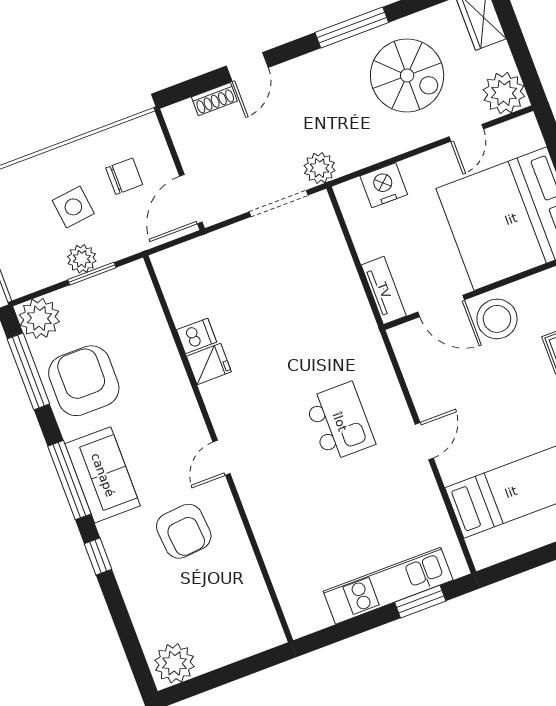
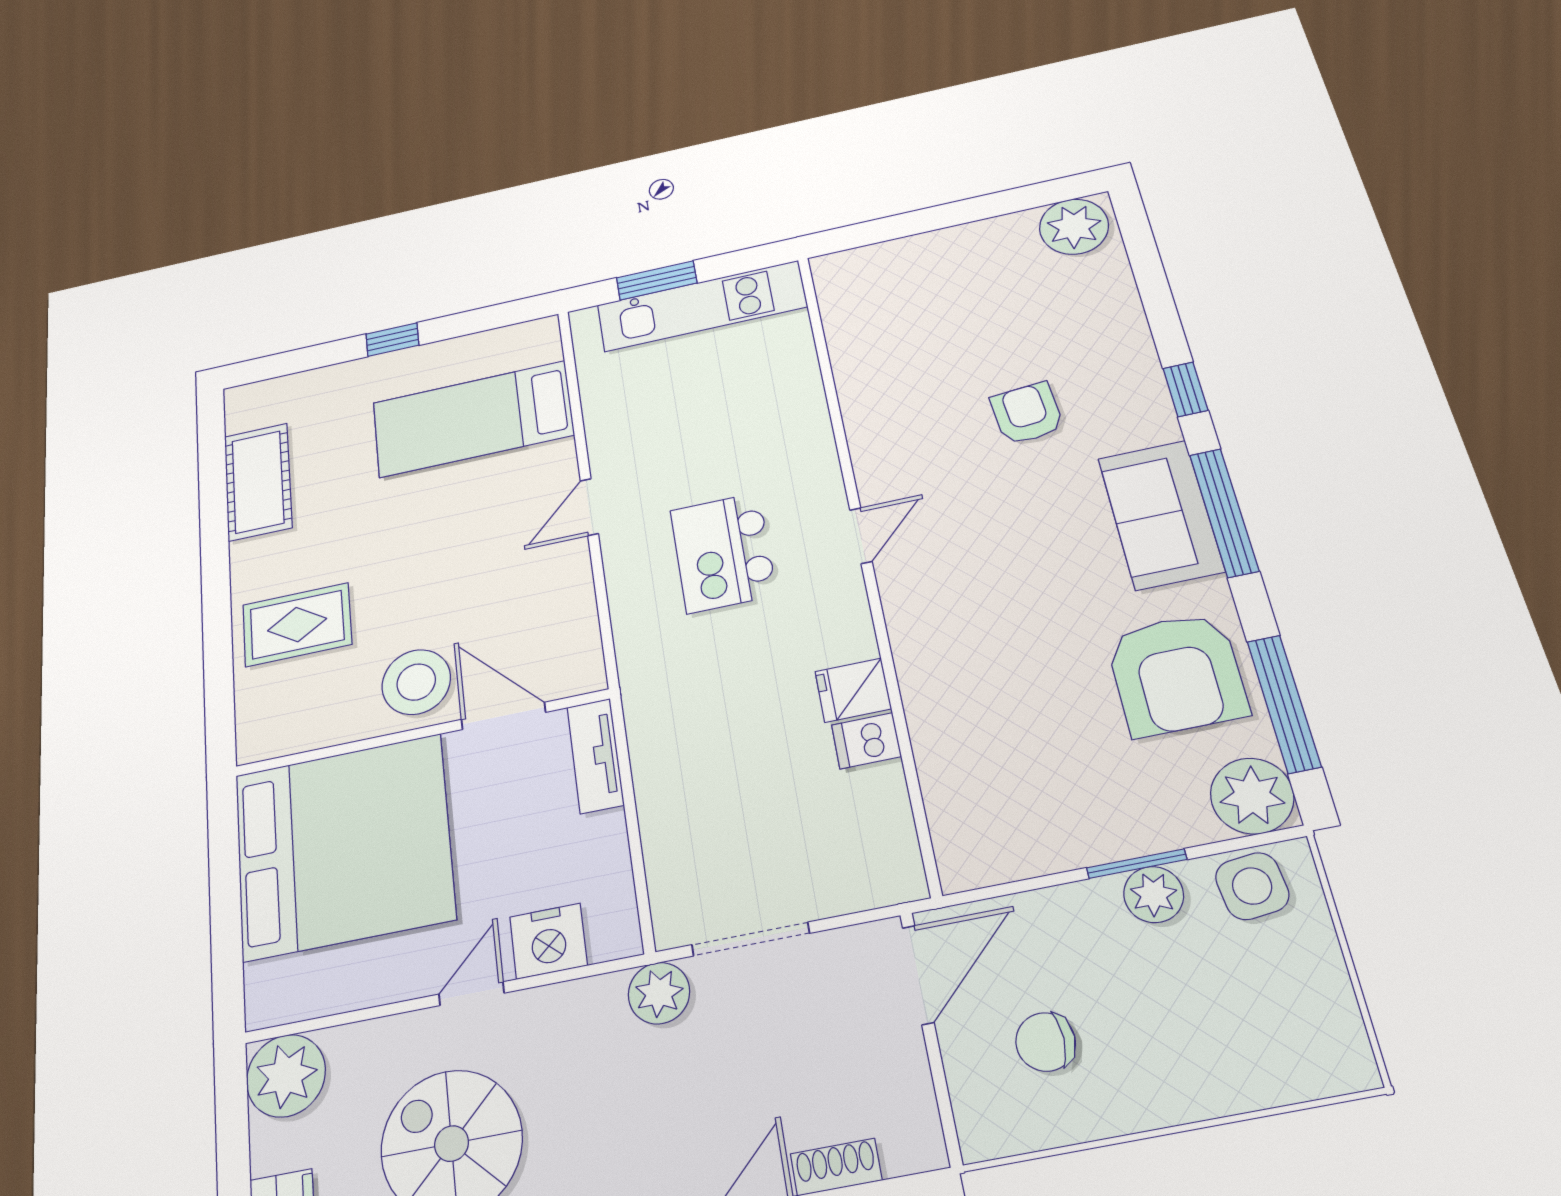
door: (466, 133) -> (471, 994), moved
side table: (73, 207) -> (1252, 886), moved
dishwasher: (197, 336) -> (866, 741), moved
fridge: (209, 364) -> (853, 690), moved
wall: (218, 449) -> (864, 550), moved
door: (221, 458) -> (861, 536), moved
armchair: (184, 531) -> (1027, 413), width x0.72, depth x0.72

